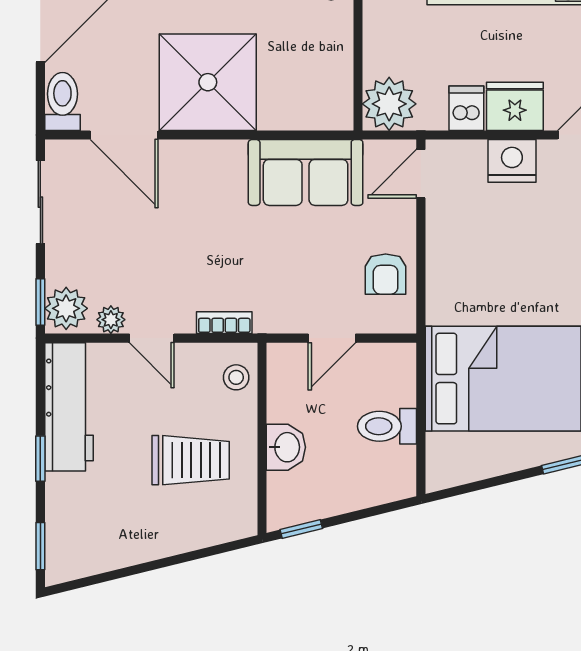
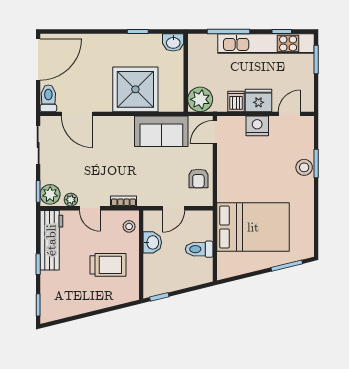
shower: (208, 82) -> (135, 89), moved
washbasin: (286, 447) -> (152, 242), moved

